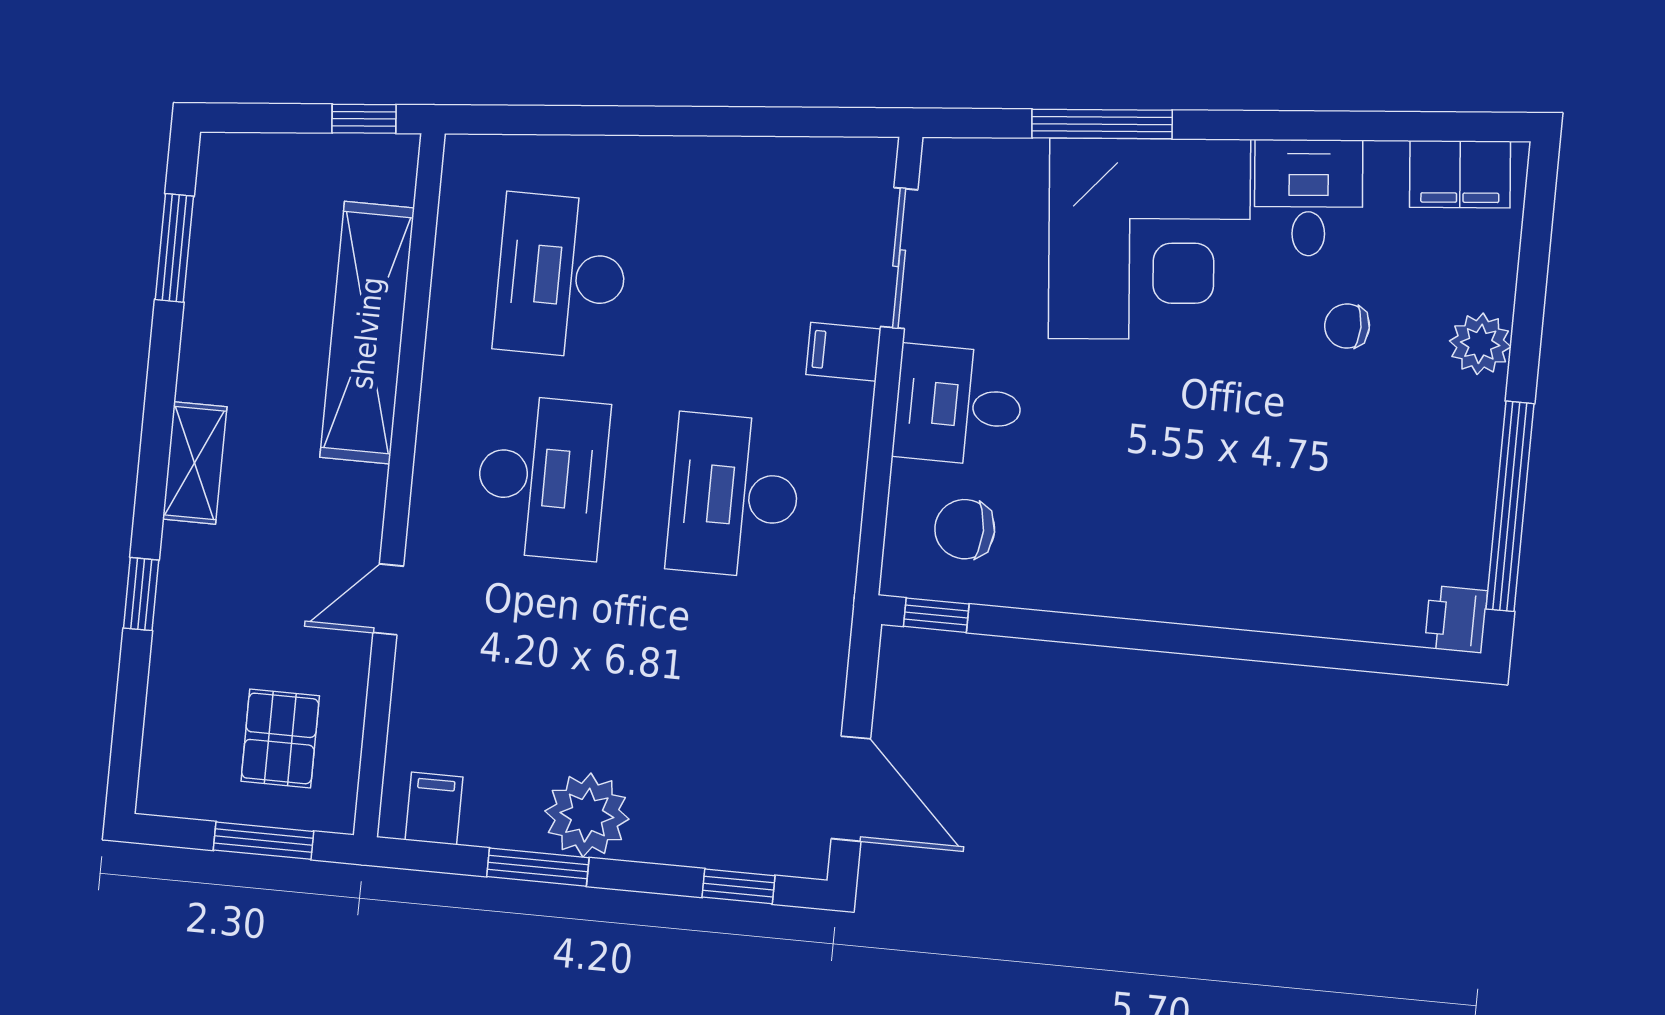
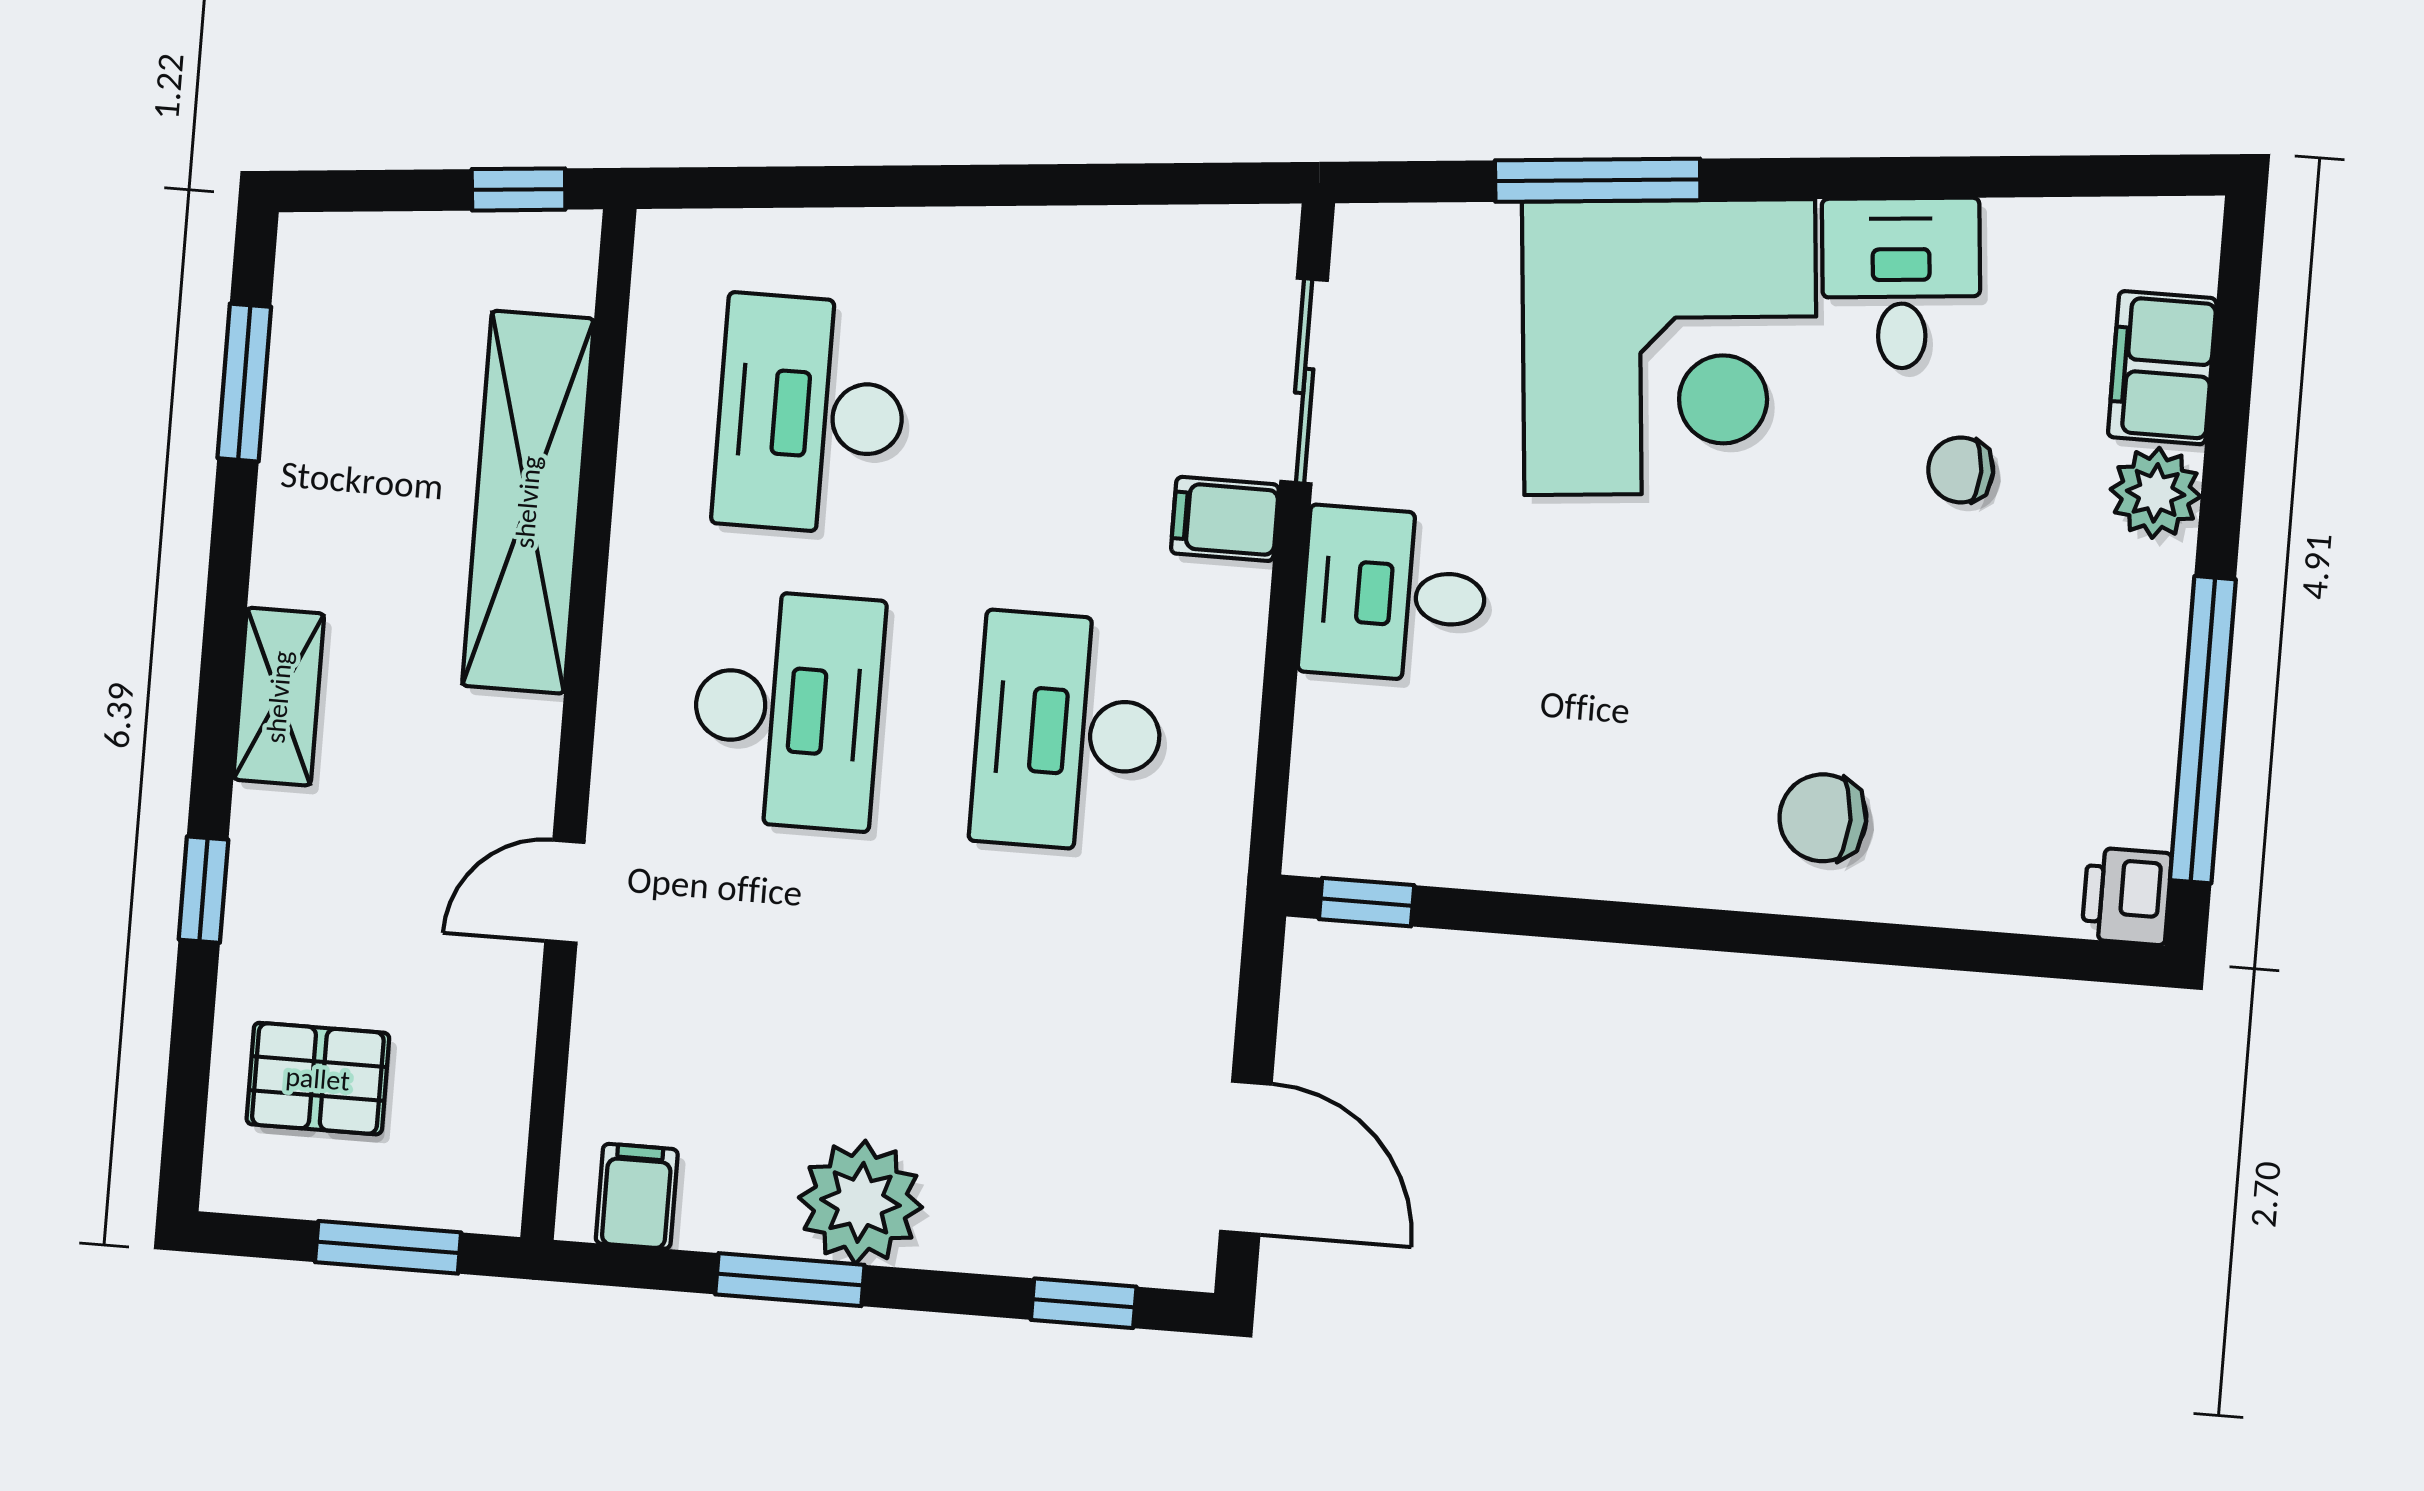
filing cabinet: (1460, 174) -> (2162, 368), moved, turned 95
chair: (965, 529) -> (1823, 818), moved
pallet: (280, 738) -> (318, 1079), moved, turned 90

